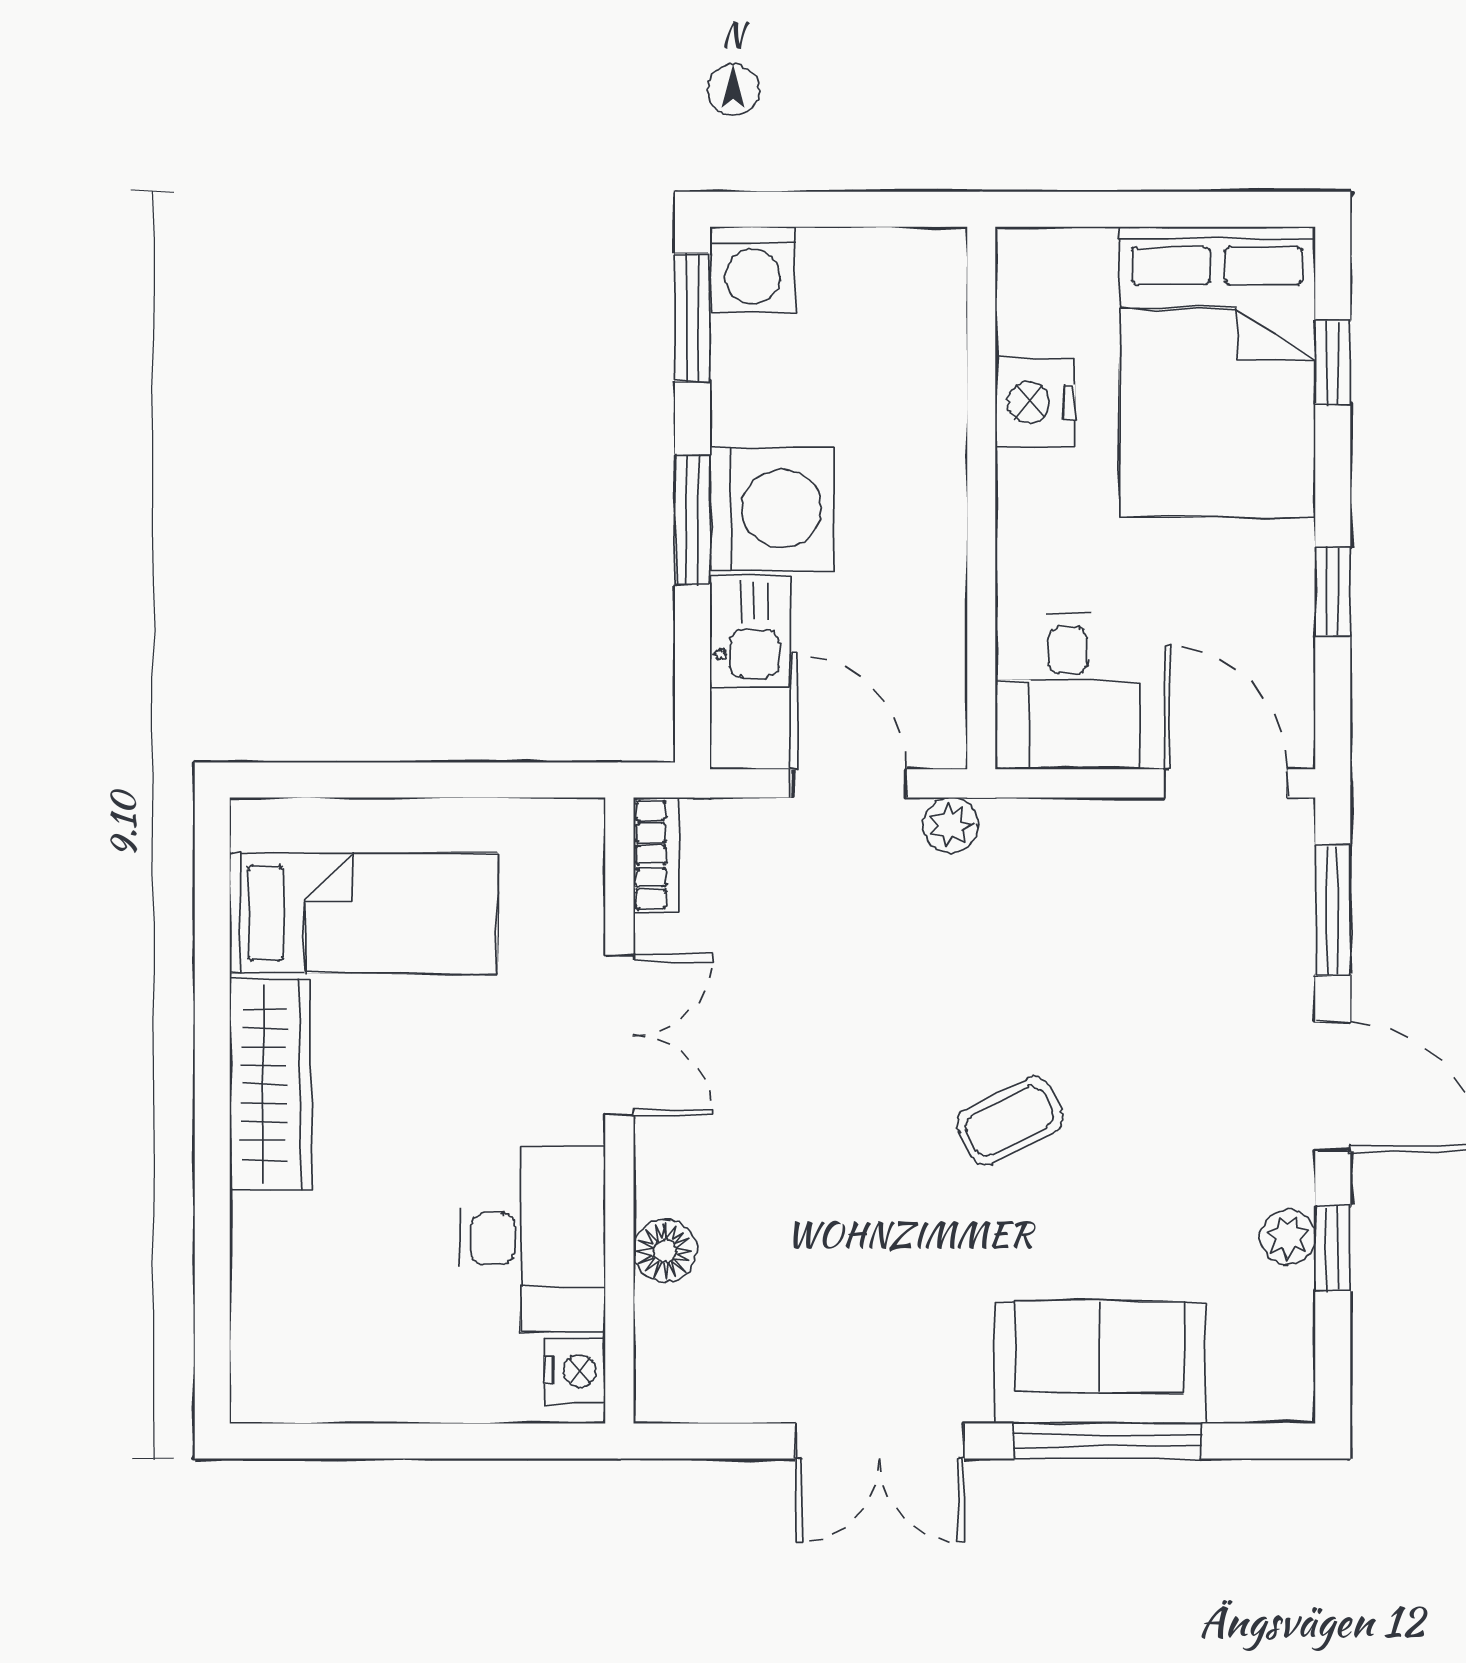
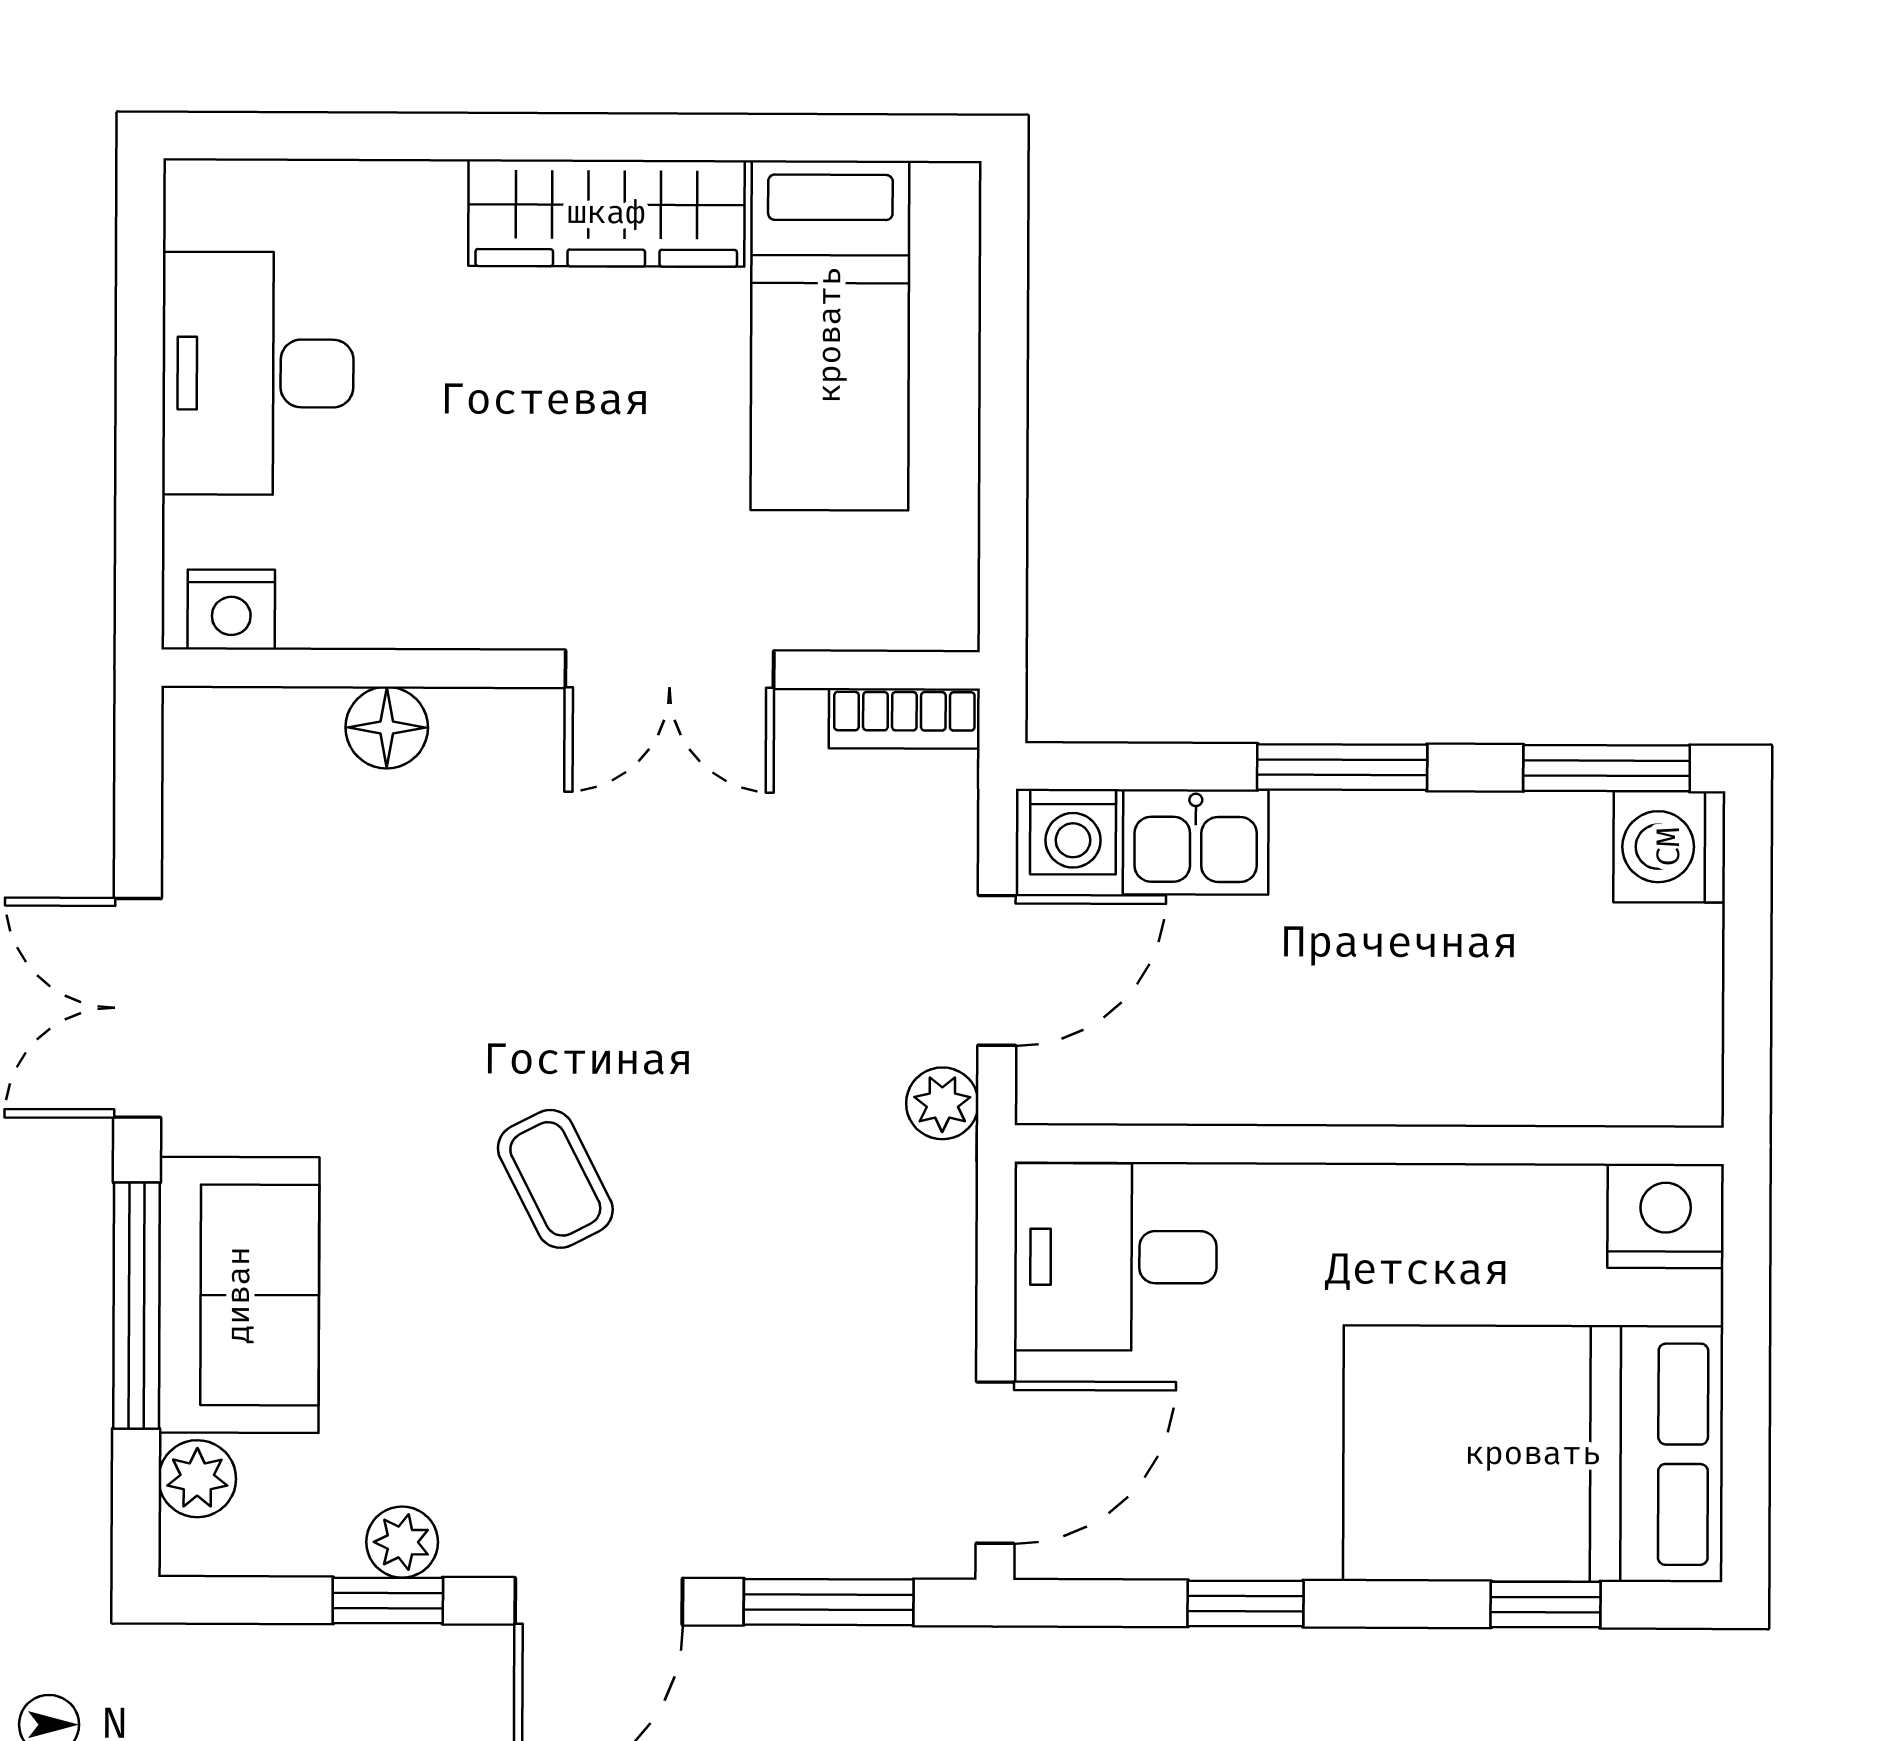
nightstand: (1035, 402) -> (1666, 1216), moved
washing machine: (772, 509) -> (1073, 832), moved, width x0.53, depth x0.53
desk: (532, 1239) -> (258, 373), moved, turned 90
plant: (1240, 1394) -> (197, 1479), added

